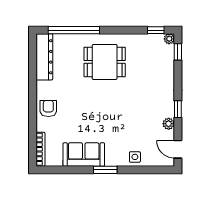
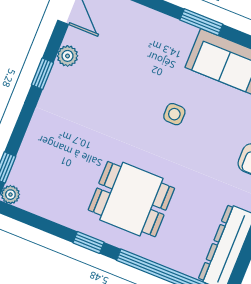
window: (156, 30) -> (89, 243), moved
side table: (135, 157) -> (174, 114), moved

